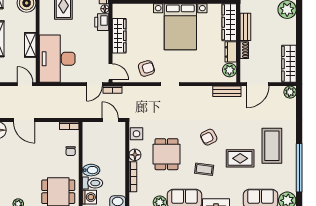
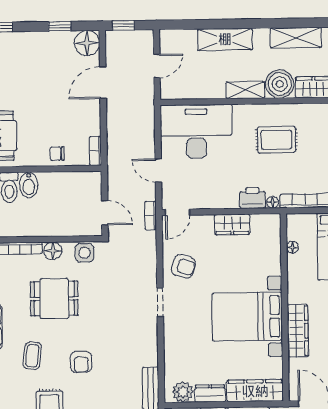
wardrobe: (119, 36) -> (232, 224), width x0.67
shelving: (30, 45) -> (245, 90), moved
armchair: (146, 68) -> (183, 266), turned -56
door: (25, 84) -> (157, 66), moved
door: (94, 84) -> (158, 171), moved
door: (110, 120) -> (105, 213), hinge flipped
armchair: (209, 137) -> (81, 362), turned -153

